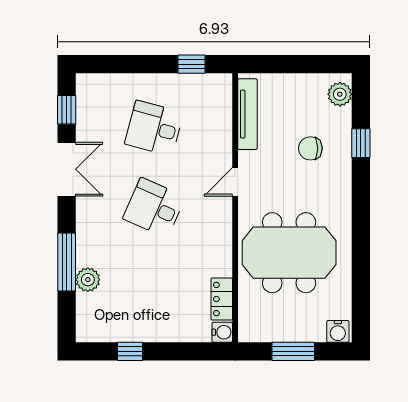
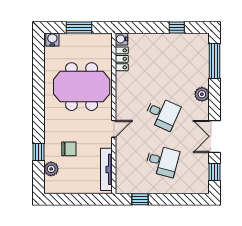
plant: (340, 94) -> (51, 169), moved
window: (67, 262) -> (215, 61), moved
plant: (88, 280) -> (202, 94), moved

